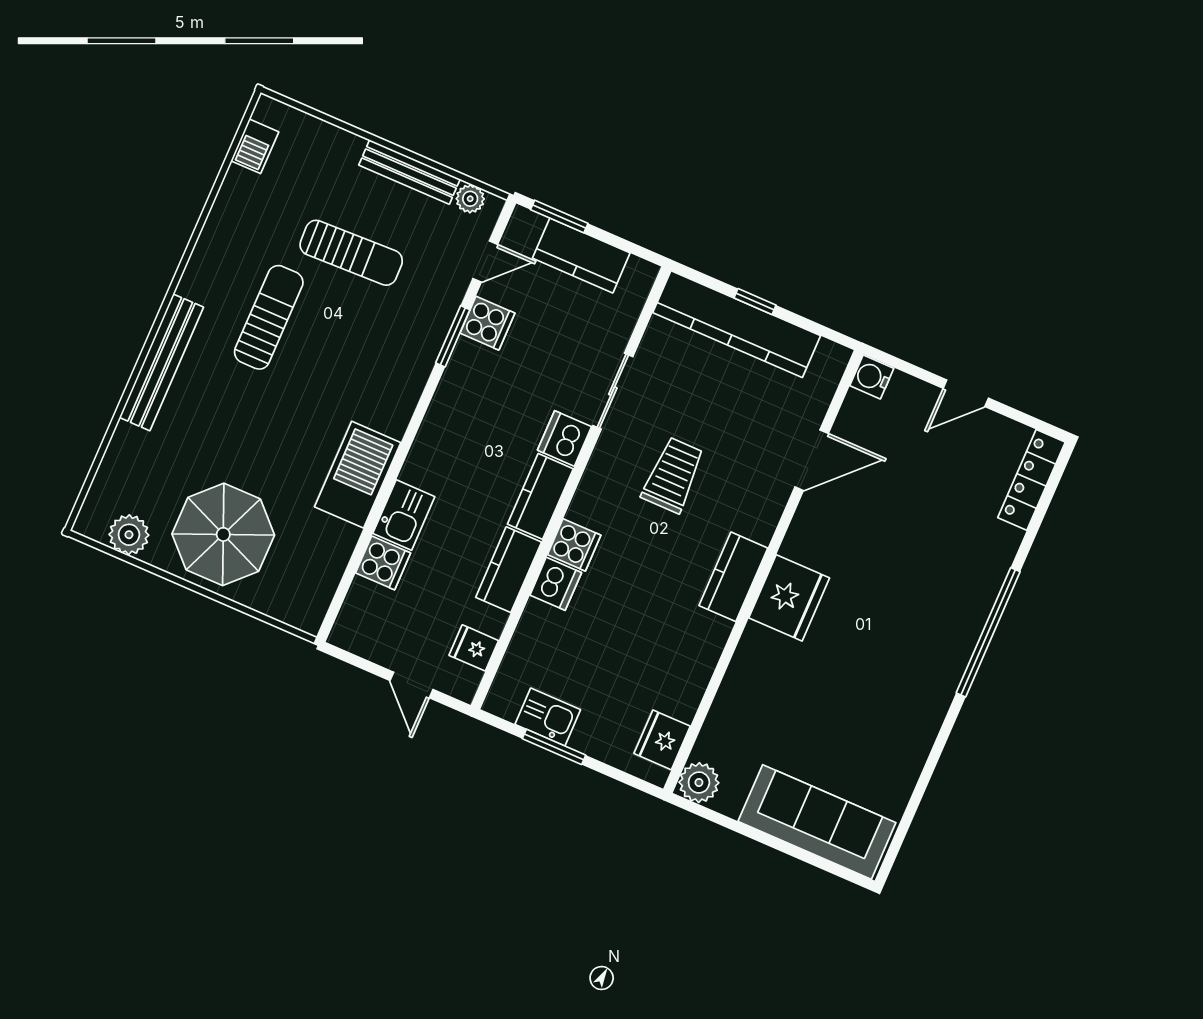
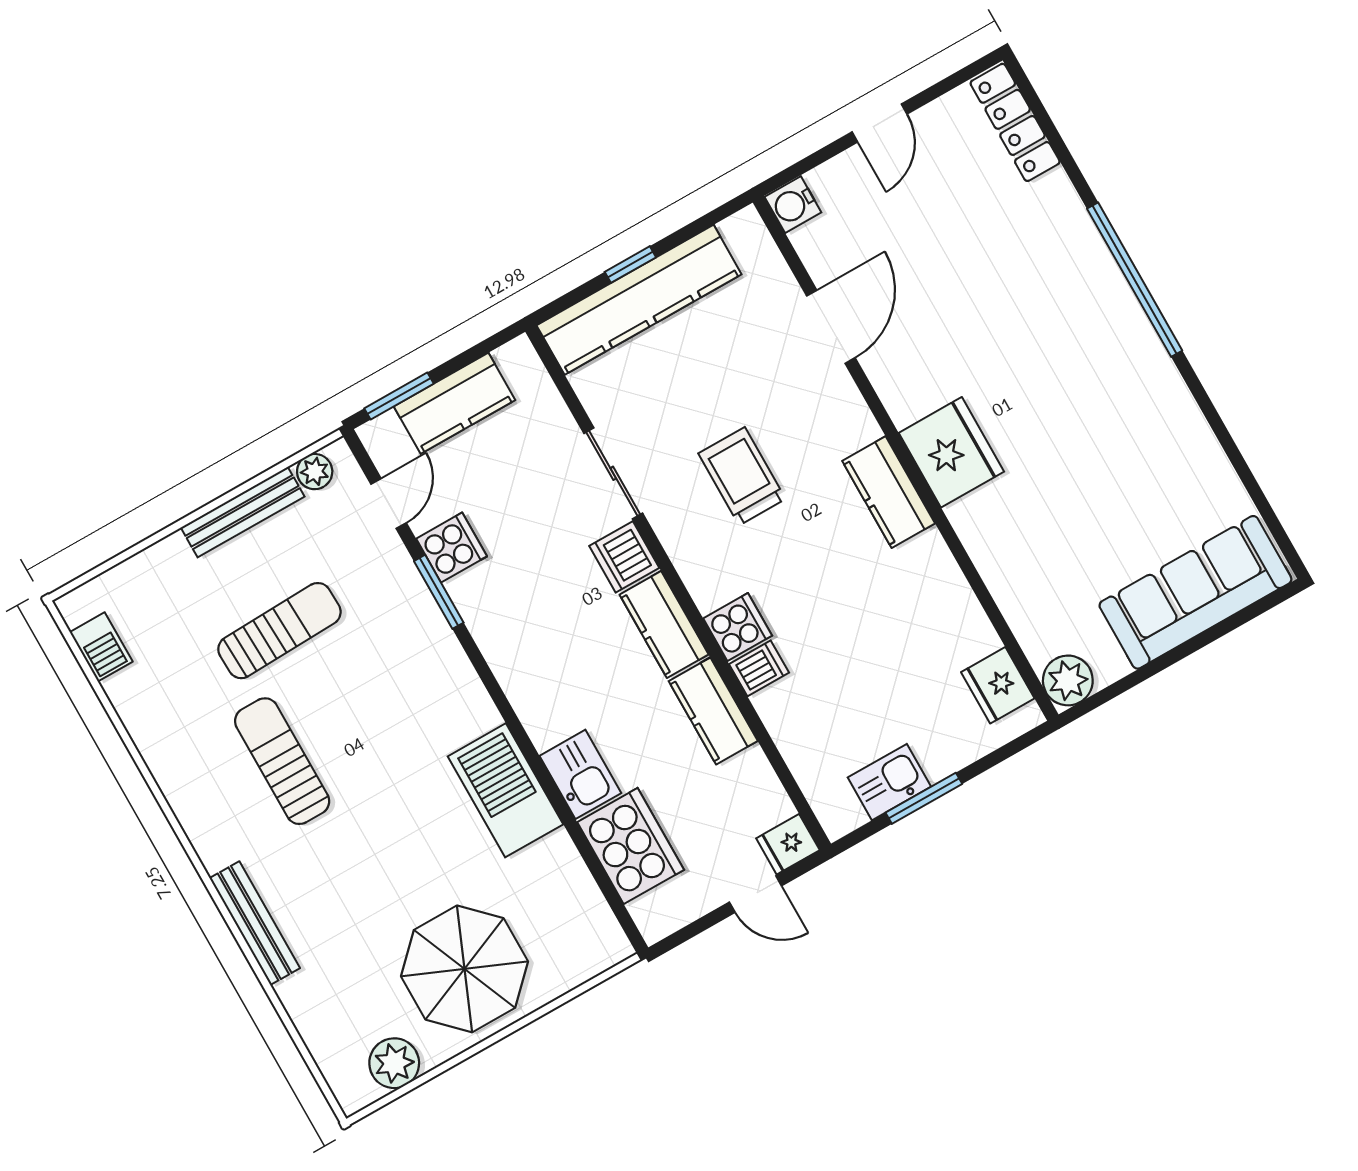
bench: (161, 362) -> (255, 923), width x0.73, depth x0.82
cooker: (383, 563) -> (631, 846), width x1.87, depth x1.31
dishwasher: (556, 584) -> (759, 668), width x0.73
fridge: (474, 648) -> (788, 844), moved

